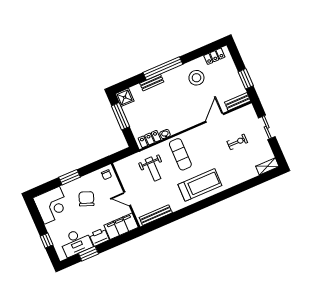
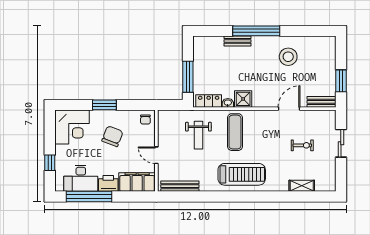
locker: (214, 56) -> (318, 42), removed
shower: (125, 97) -> (243, 99), moved
window: (120, 116) -> (188, 77), moved
shelving: (267, 166) -> (302, 186), moved
window: (88, 254) -> (89, 197), width x2.11

